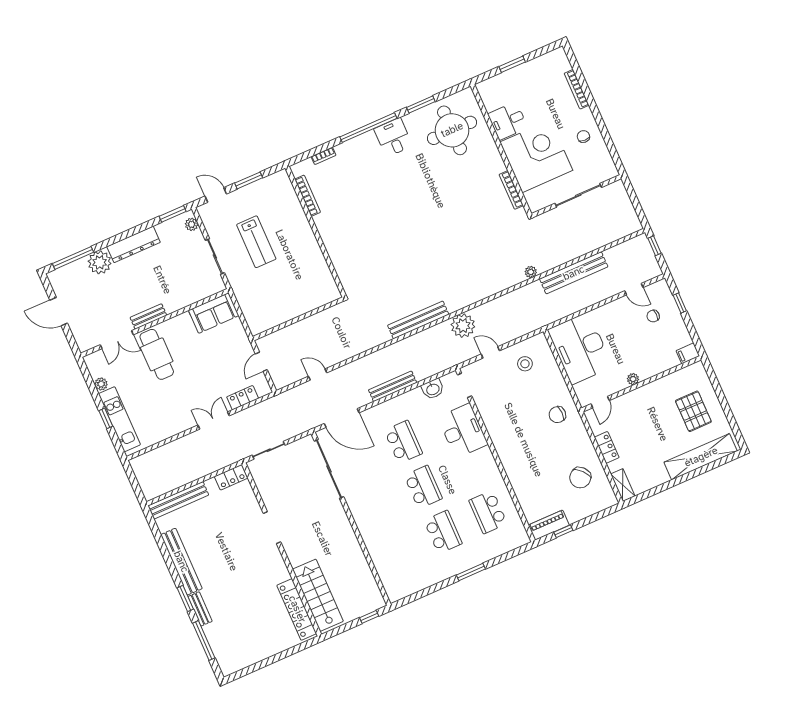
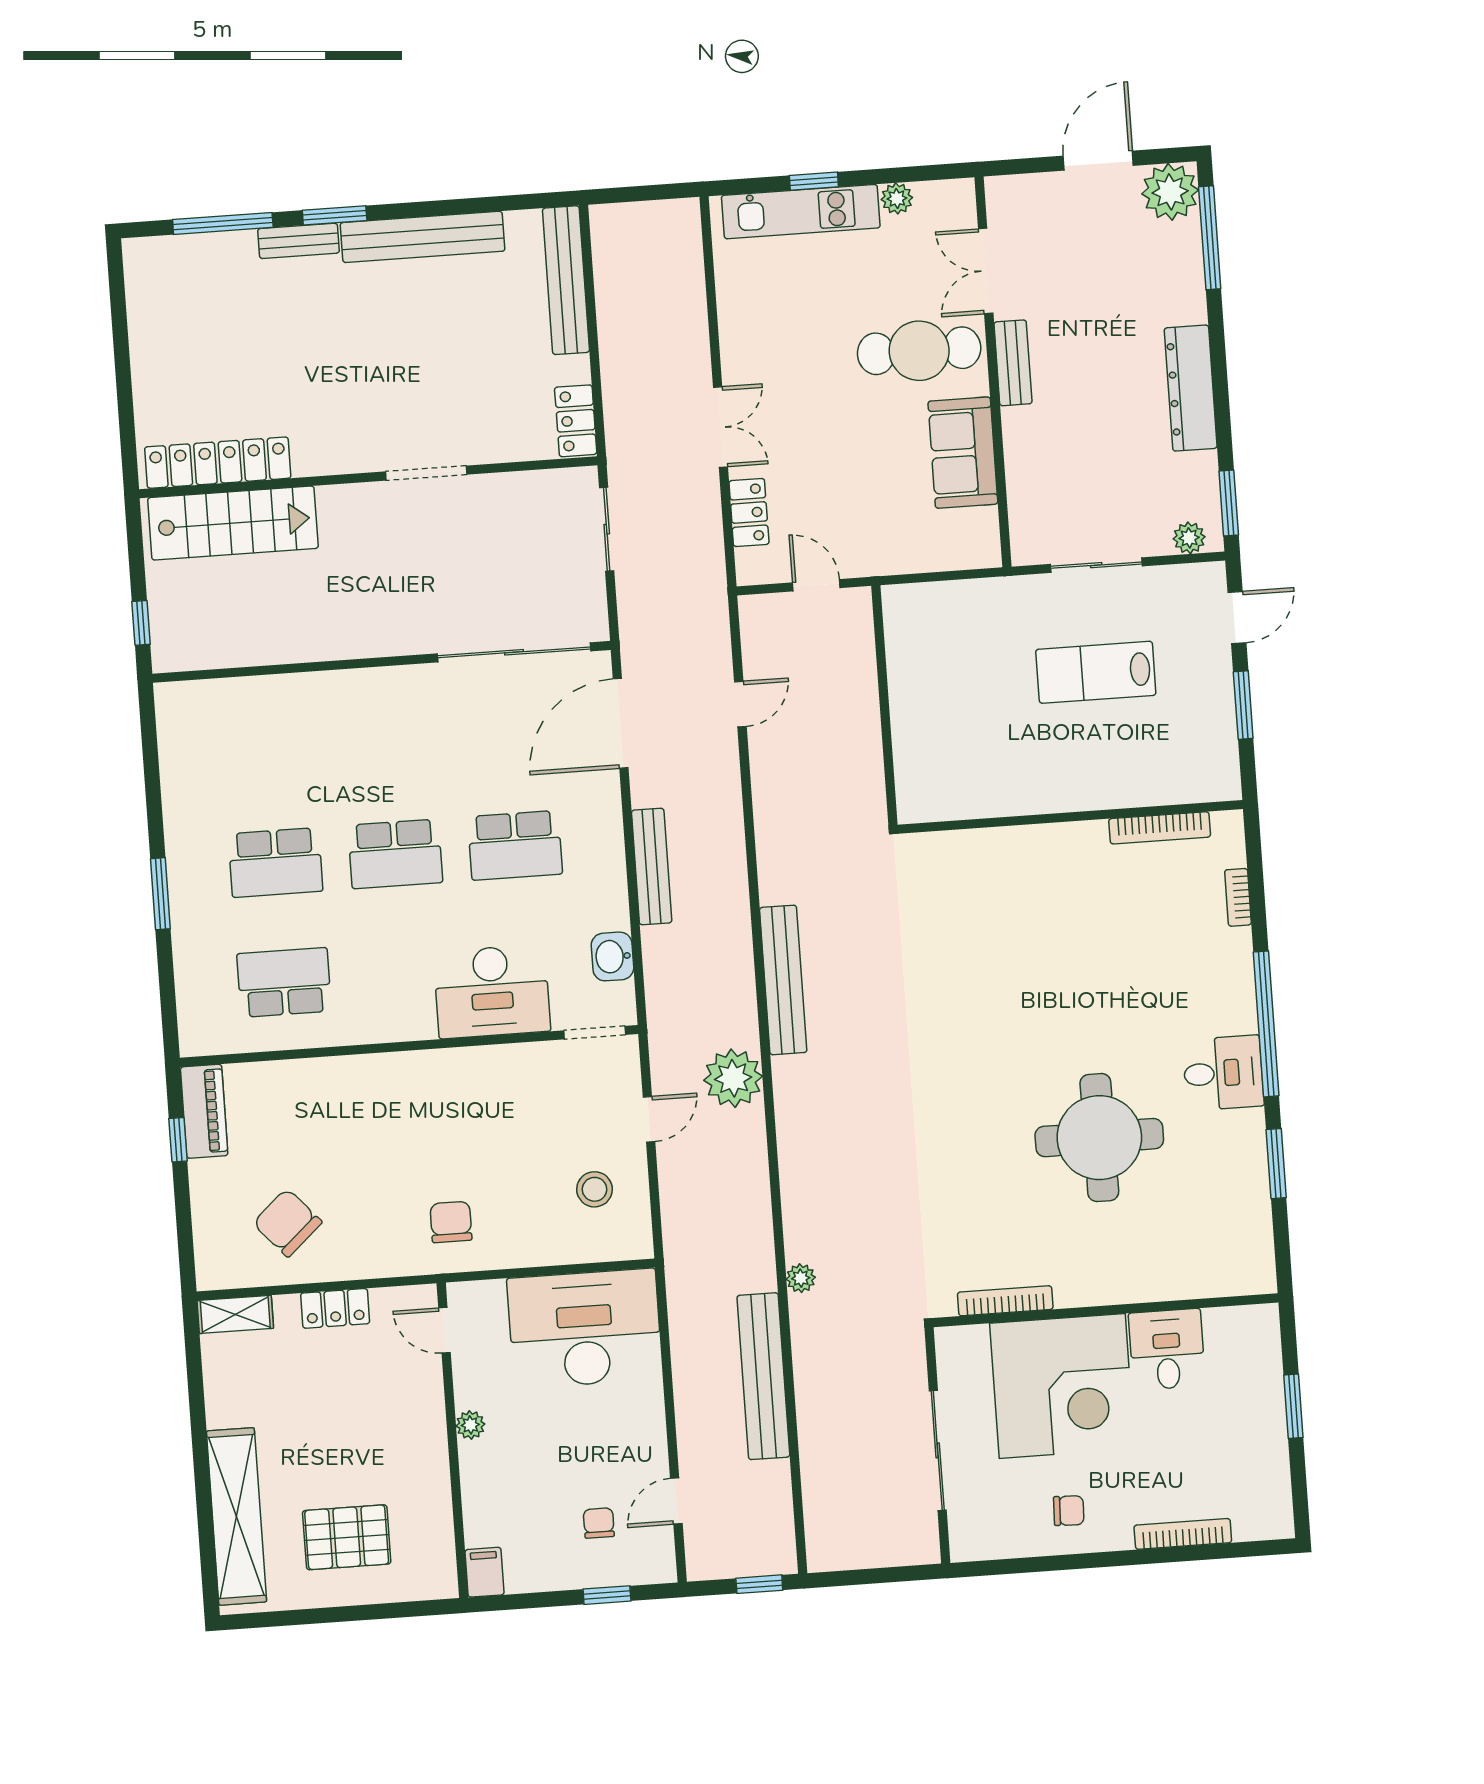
round table: (452, 130) -> (1099, 1138), moved
plant: (100, 262) -> (1170, 192), moved
sofa: (214, 313) -> (963, 453), moved

